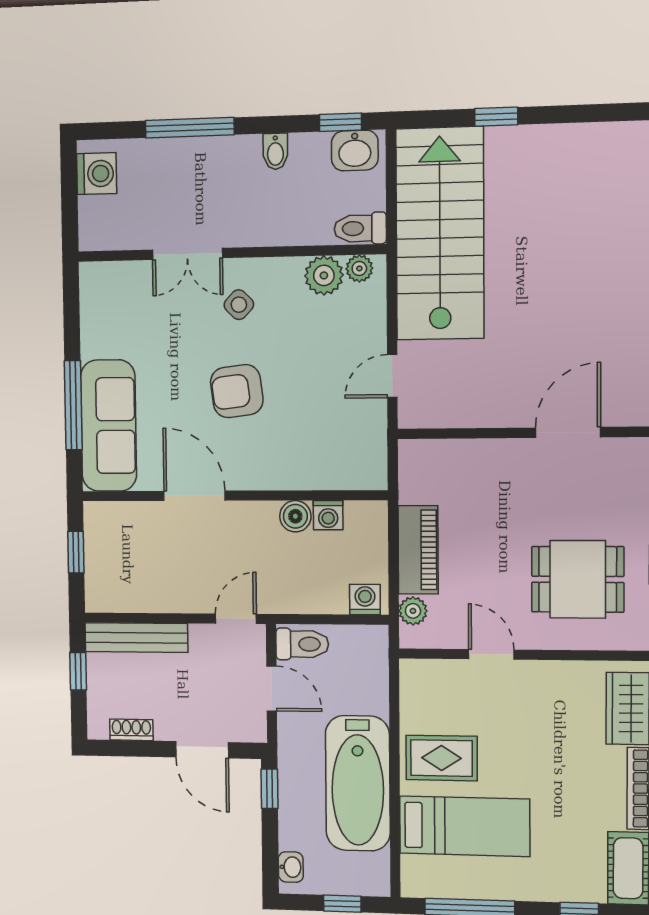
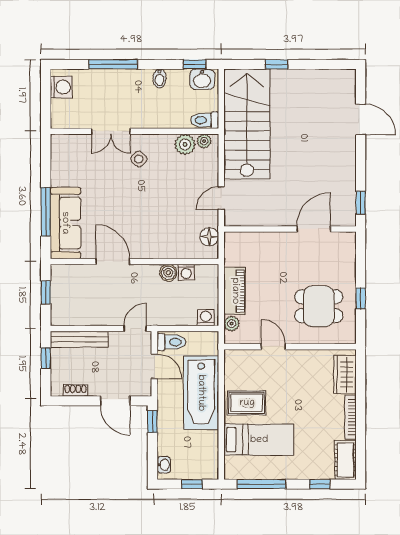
armchair: (237, 391) -> (137, 205), removed
floor lamp: (370, 449) -> (209, 237), added
bathtub: (358, 783) -> (201, 393), moved

